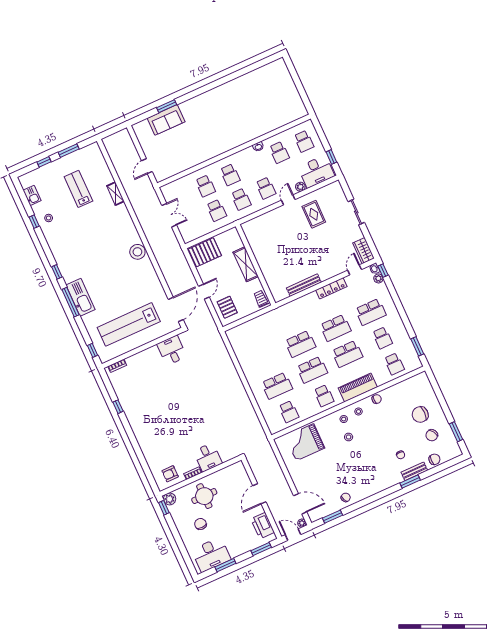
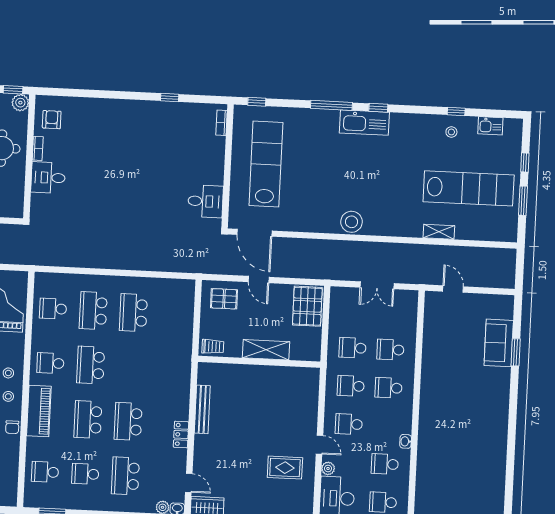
lab bench: (78, 189) -> (469, 188), width x1.86, depth x1.39
locker: (331, 288) -> (181, 434), width x0.66
kitchen sink: (81, 297) -> (364, 123), moved
school desk: (300, 344) -> (133, 313), moved

